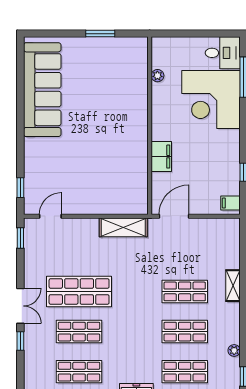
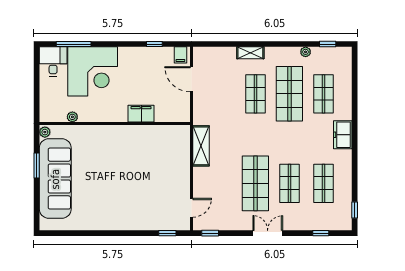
plant: (140, 43) -> (45, 132), added
sofa: (42, 90) -> (55, 179), moved, turned 90
door: (50, 216) -> (192, 208), swing flipped
door: (174, 216) -> (192, 79), moved
shop shelf: (185, 332) -> (289, 94), width x1.43, depth x1.36
window: (20, 341) -> (321, 233), moved

